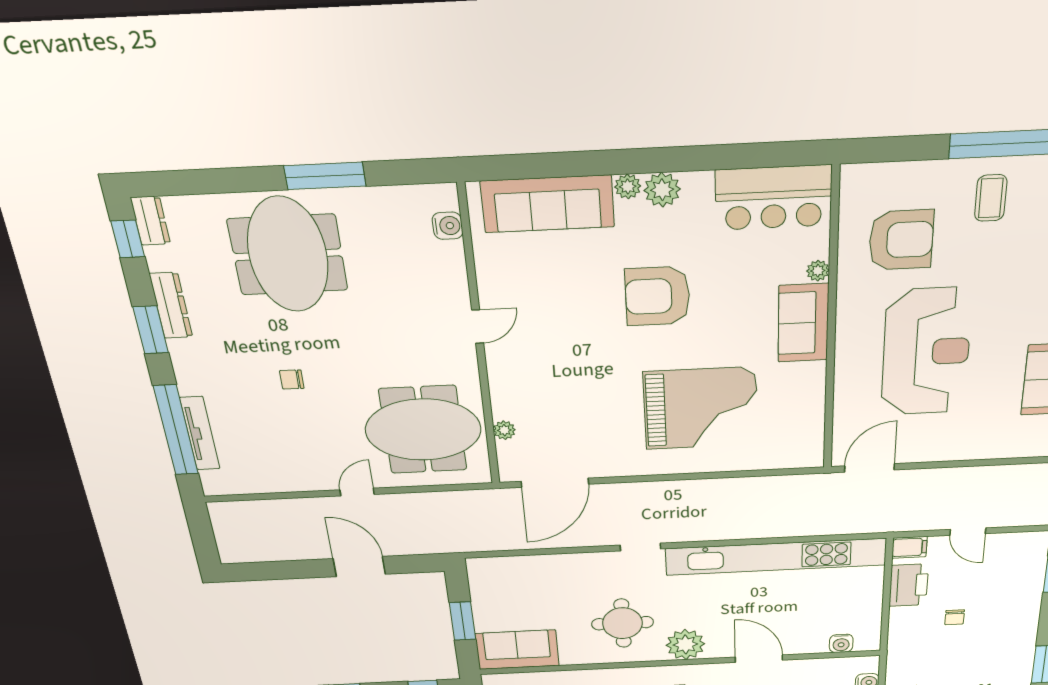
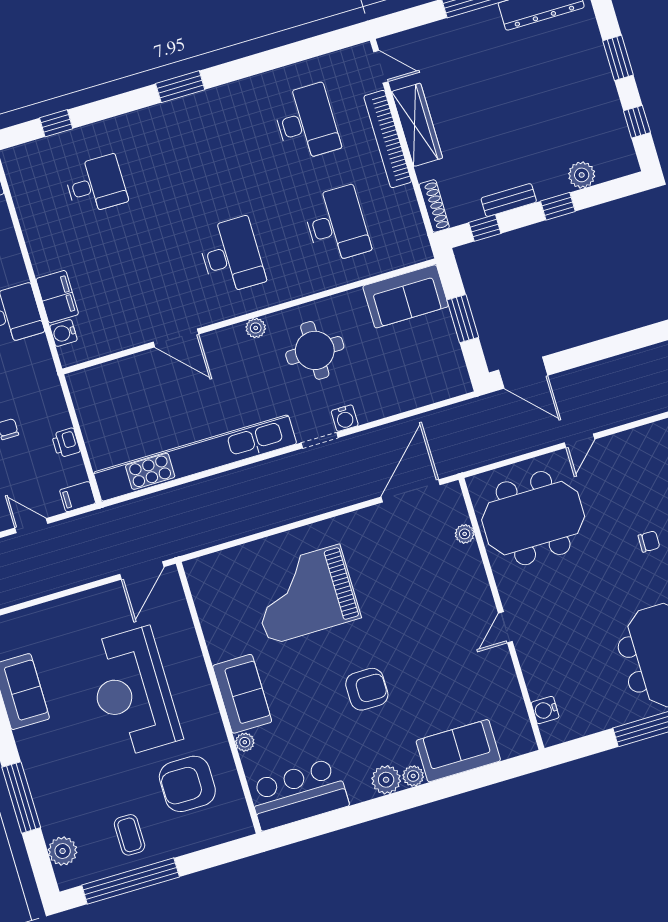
sofa: (548, 204) -> (458, 751), width x0.73
armchair: (657, 296) -> (367, 689), width x0.73, depth x0.73
door: (359, 566) -> (523, 373), moved
printer: (909, 585) -> (66, 443), width x0.53, depth x0.68
water cooler: (841, 643) -> (345, 418), moved, turned 180
plant: (685, 645) -> (256, 328), width x0.53, depth x0.53

